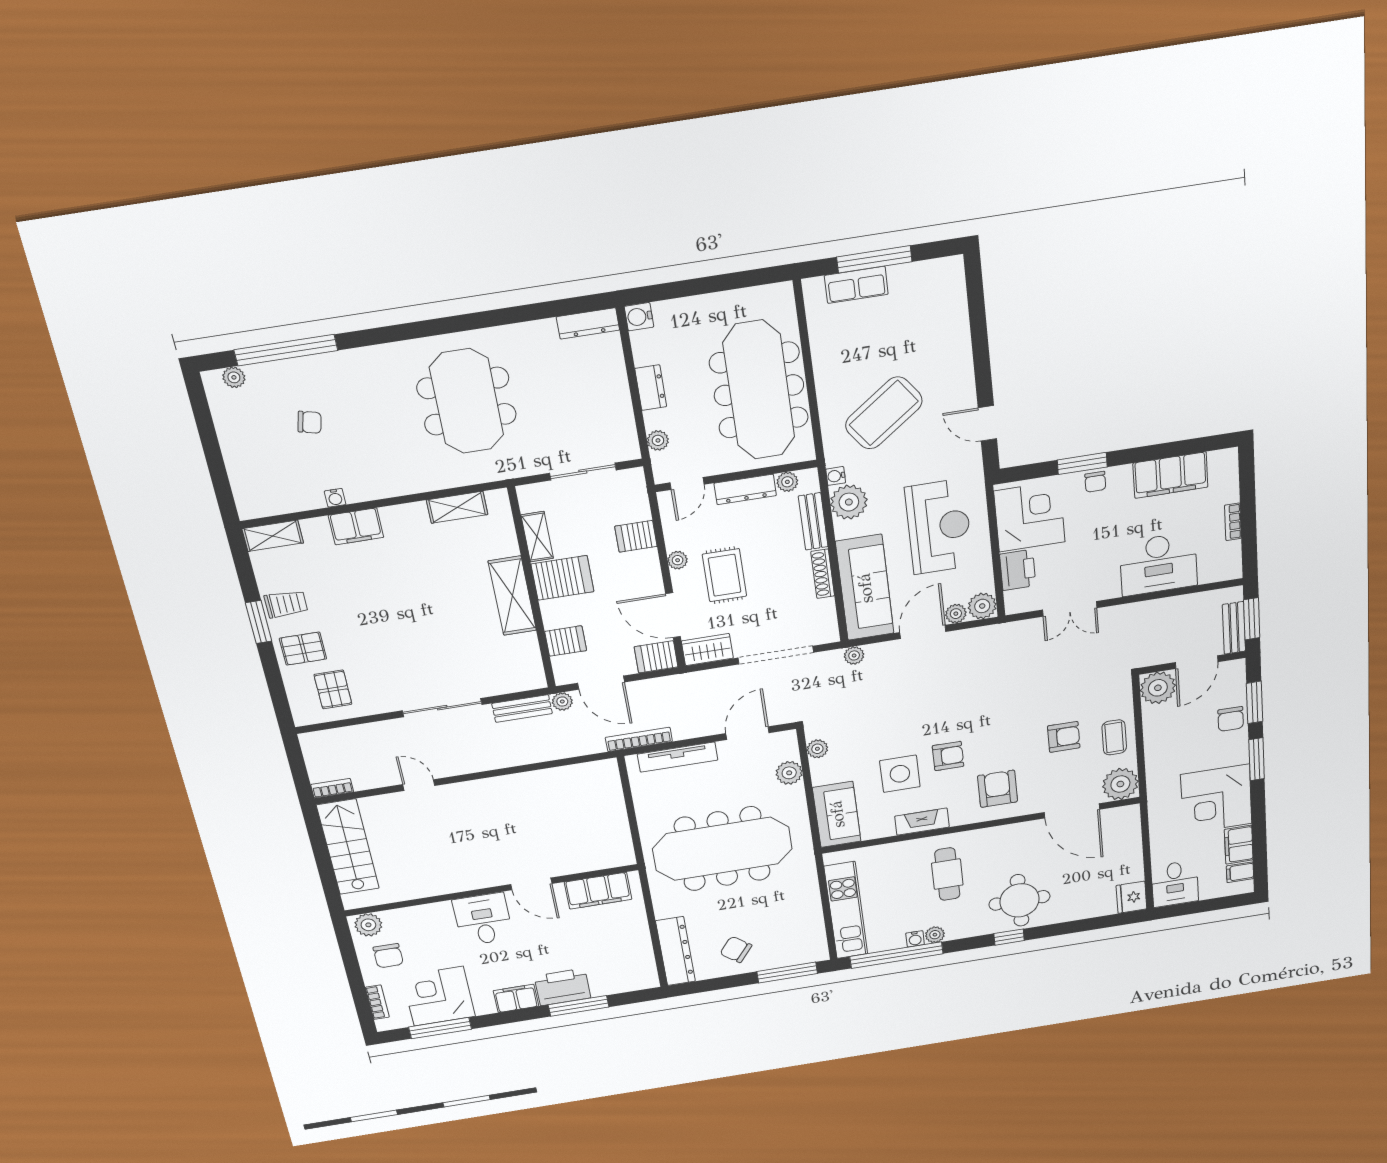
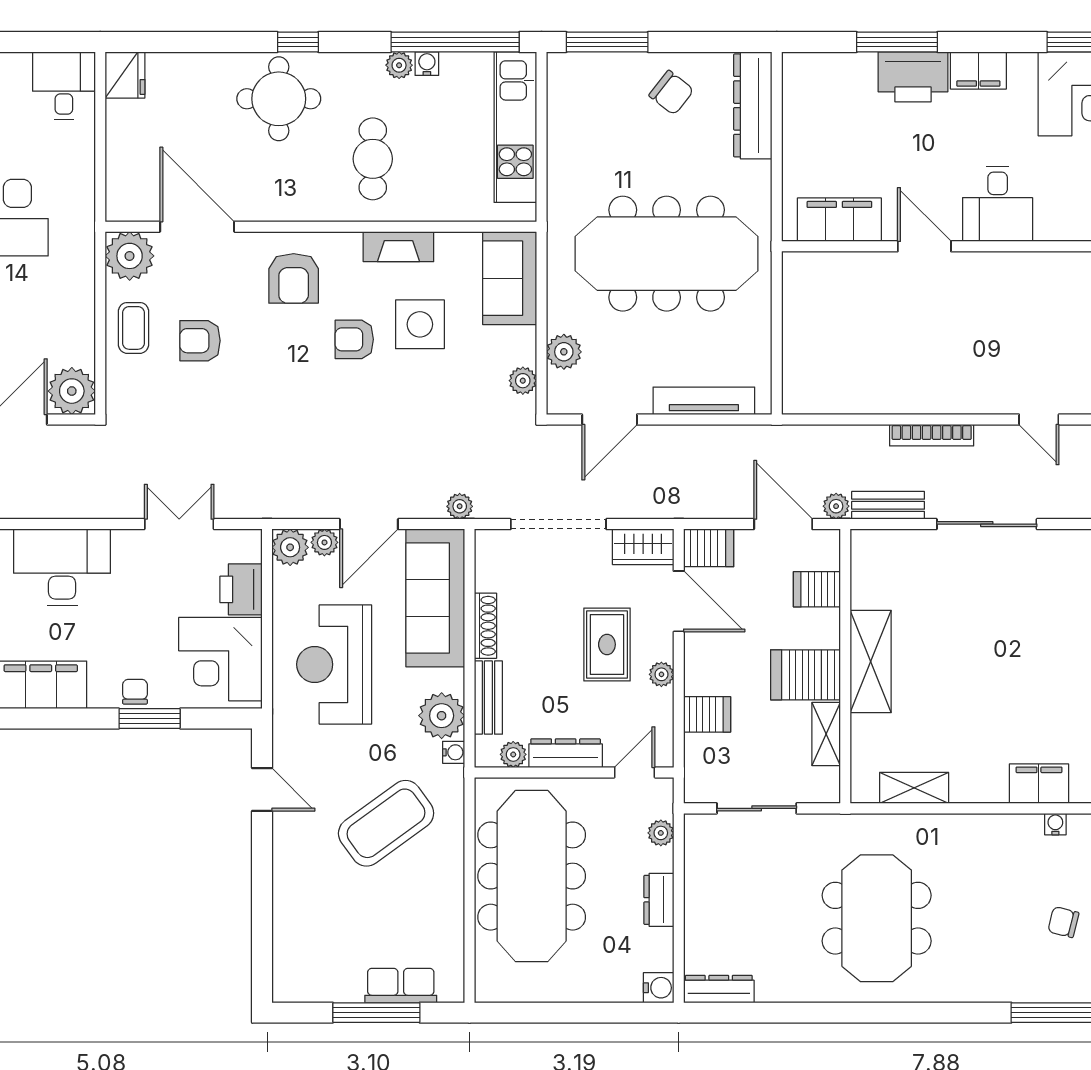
bookcase: (639, 739) -> (932, 435), moved

